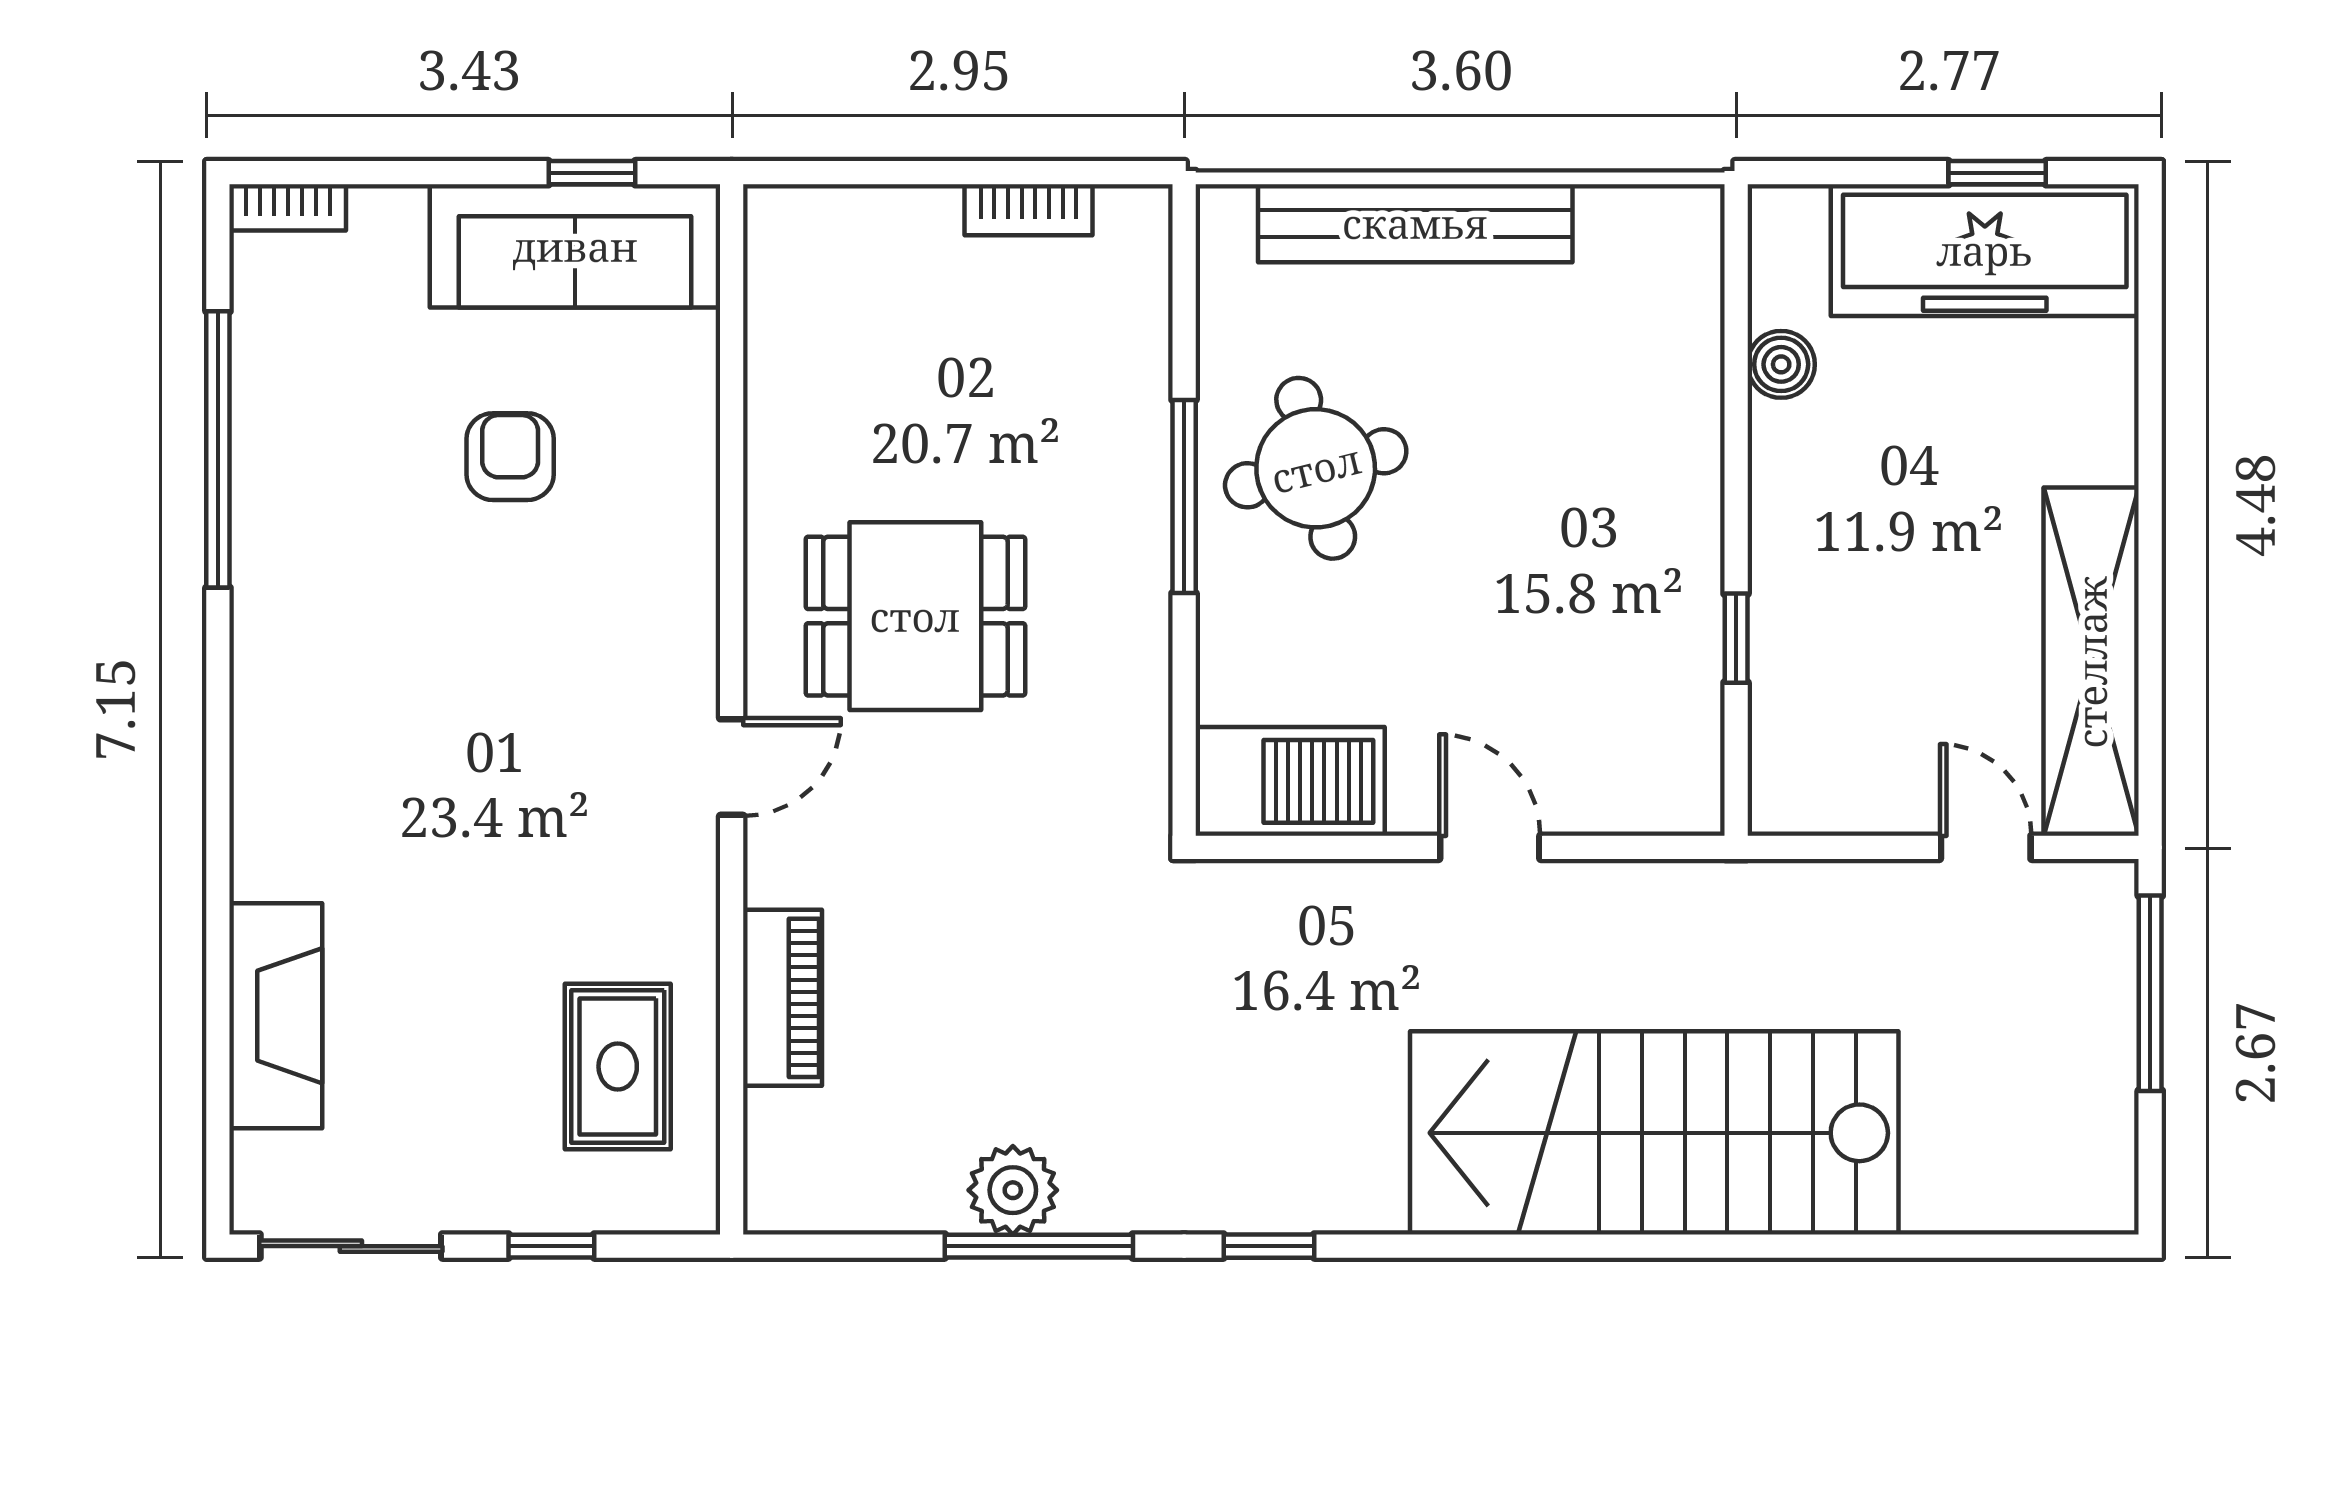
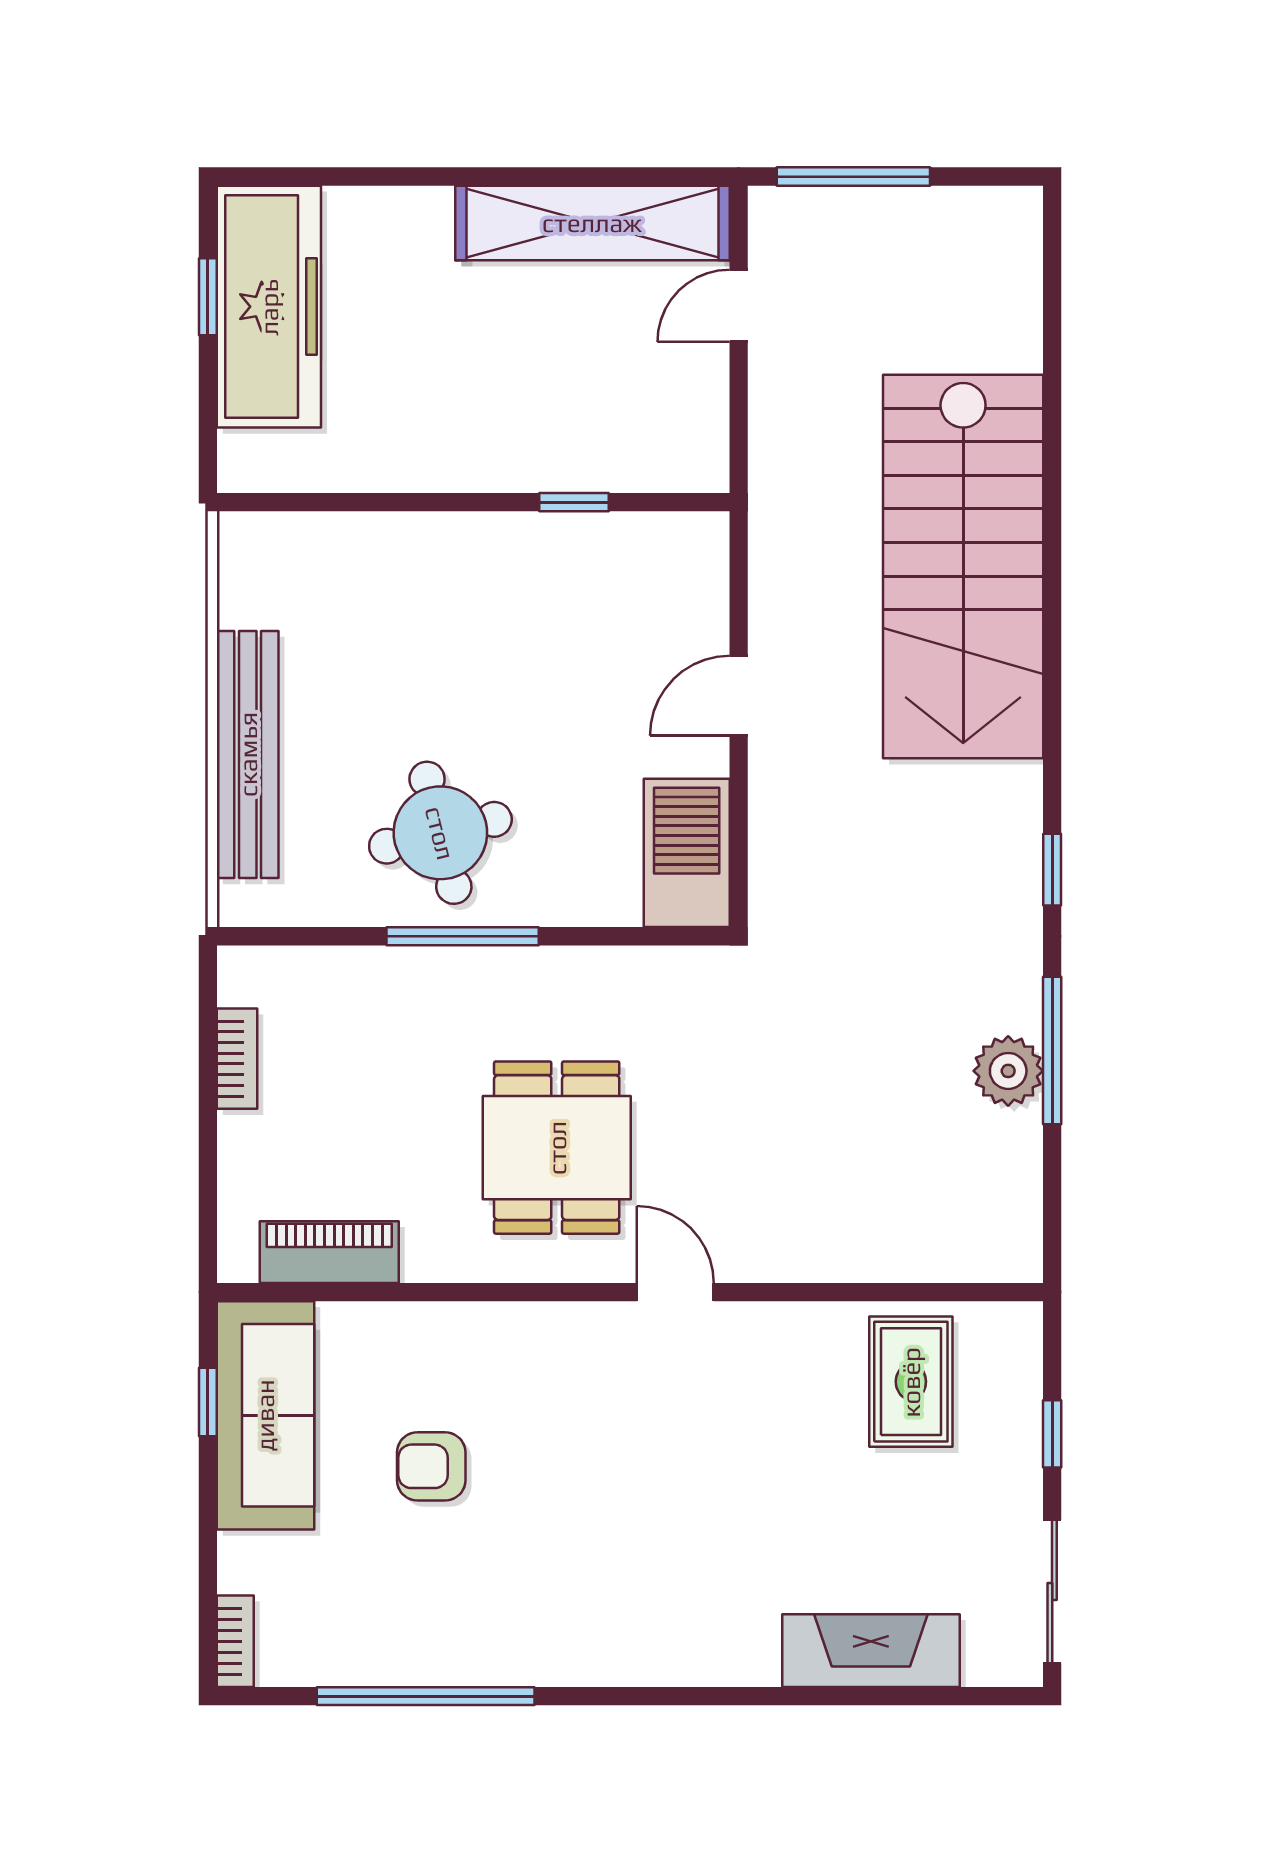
boiler: (1781, 364) -> (359, 467), removed
piano: (783, 998) -> (329, 1252), moved
rug: (618, 1066) -> (911, 1382), turned 90

